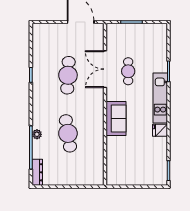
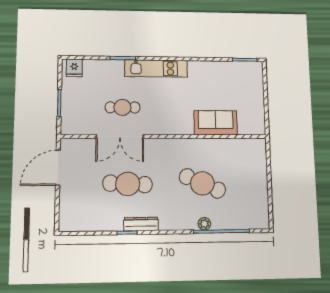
sofa: (116, 119) -> (216, 123), moved
fridge: (160, 130) -> (74, 68), moved
cafe table: (68, 133) -> (202, 183), turned 33
dresser: (37, 172) -> (141, 224), moved

